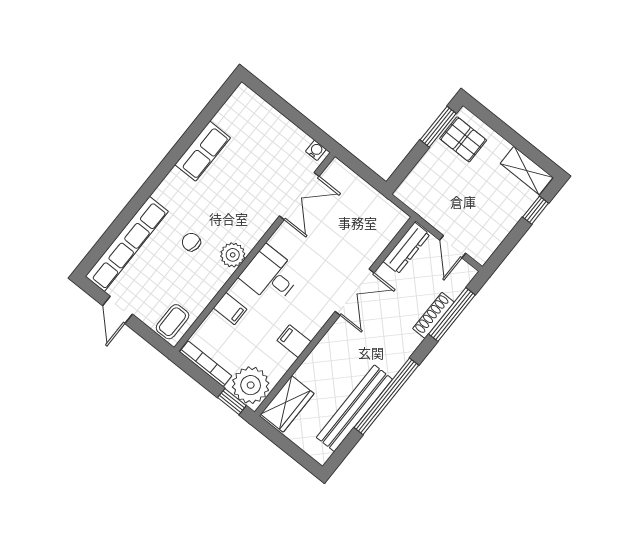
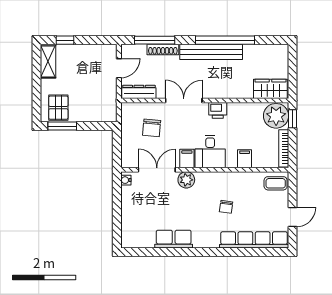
chair: (353, 229) -> (152, 128), added
plant: (233, 255) -> (186, 180), moved
printer: (311, 322) -> (218, 110), added
filing cabinet: (294, 341) -> (187, 158), moved, turned 180
bench: (354, 408) -> (211, 52), moved

